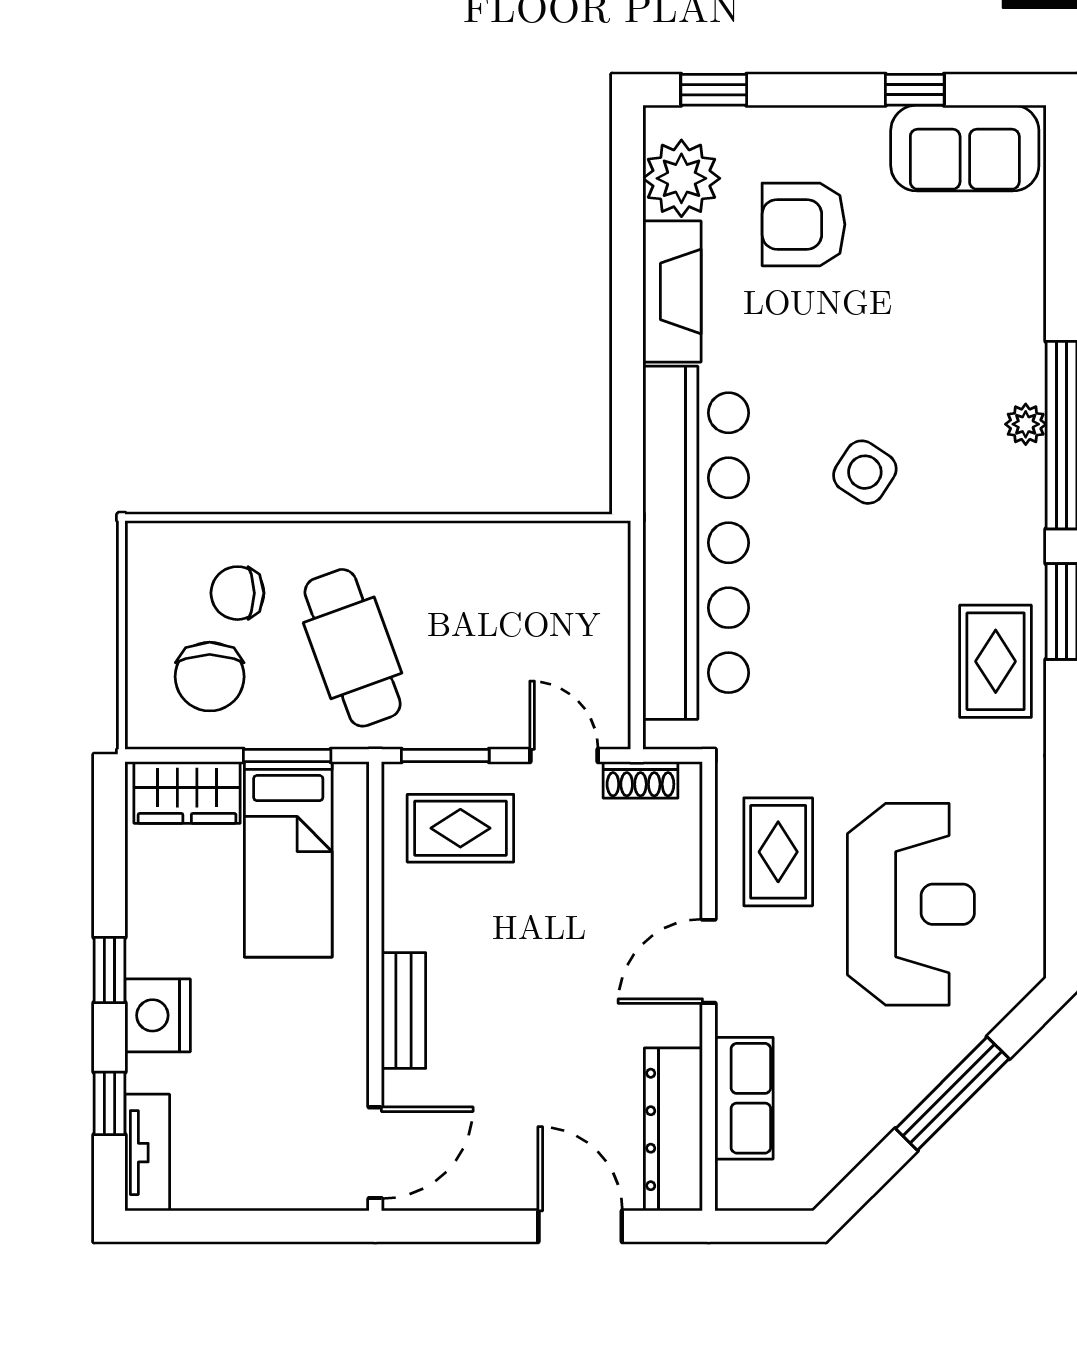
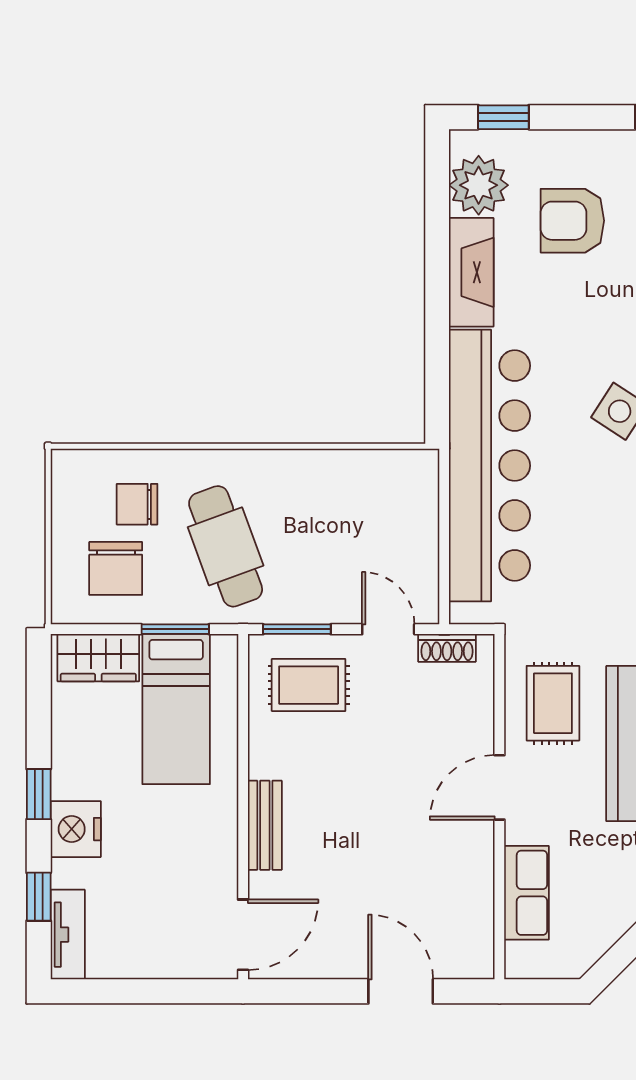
dresser: (673, 1129) -> (472, 917), removed

